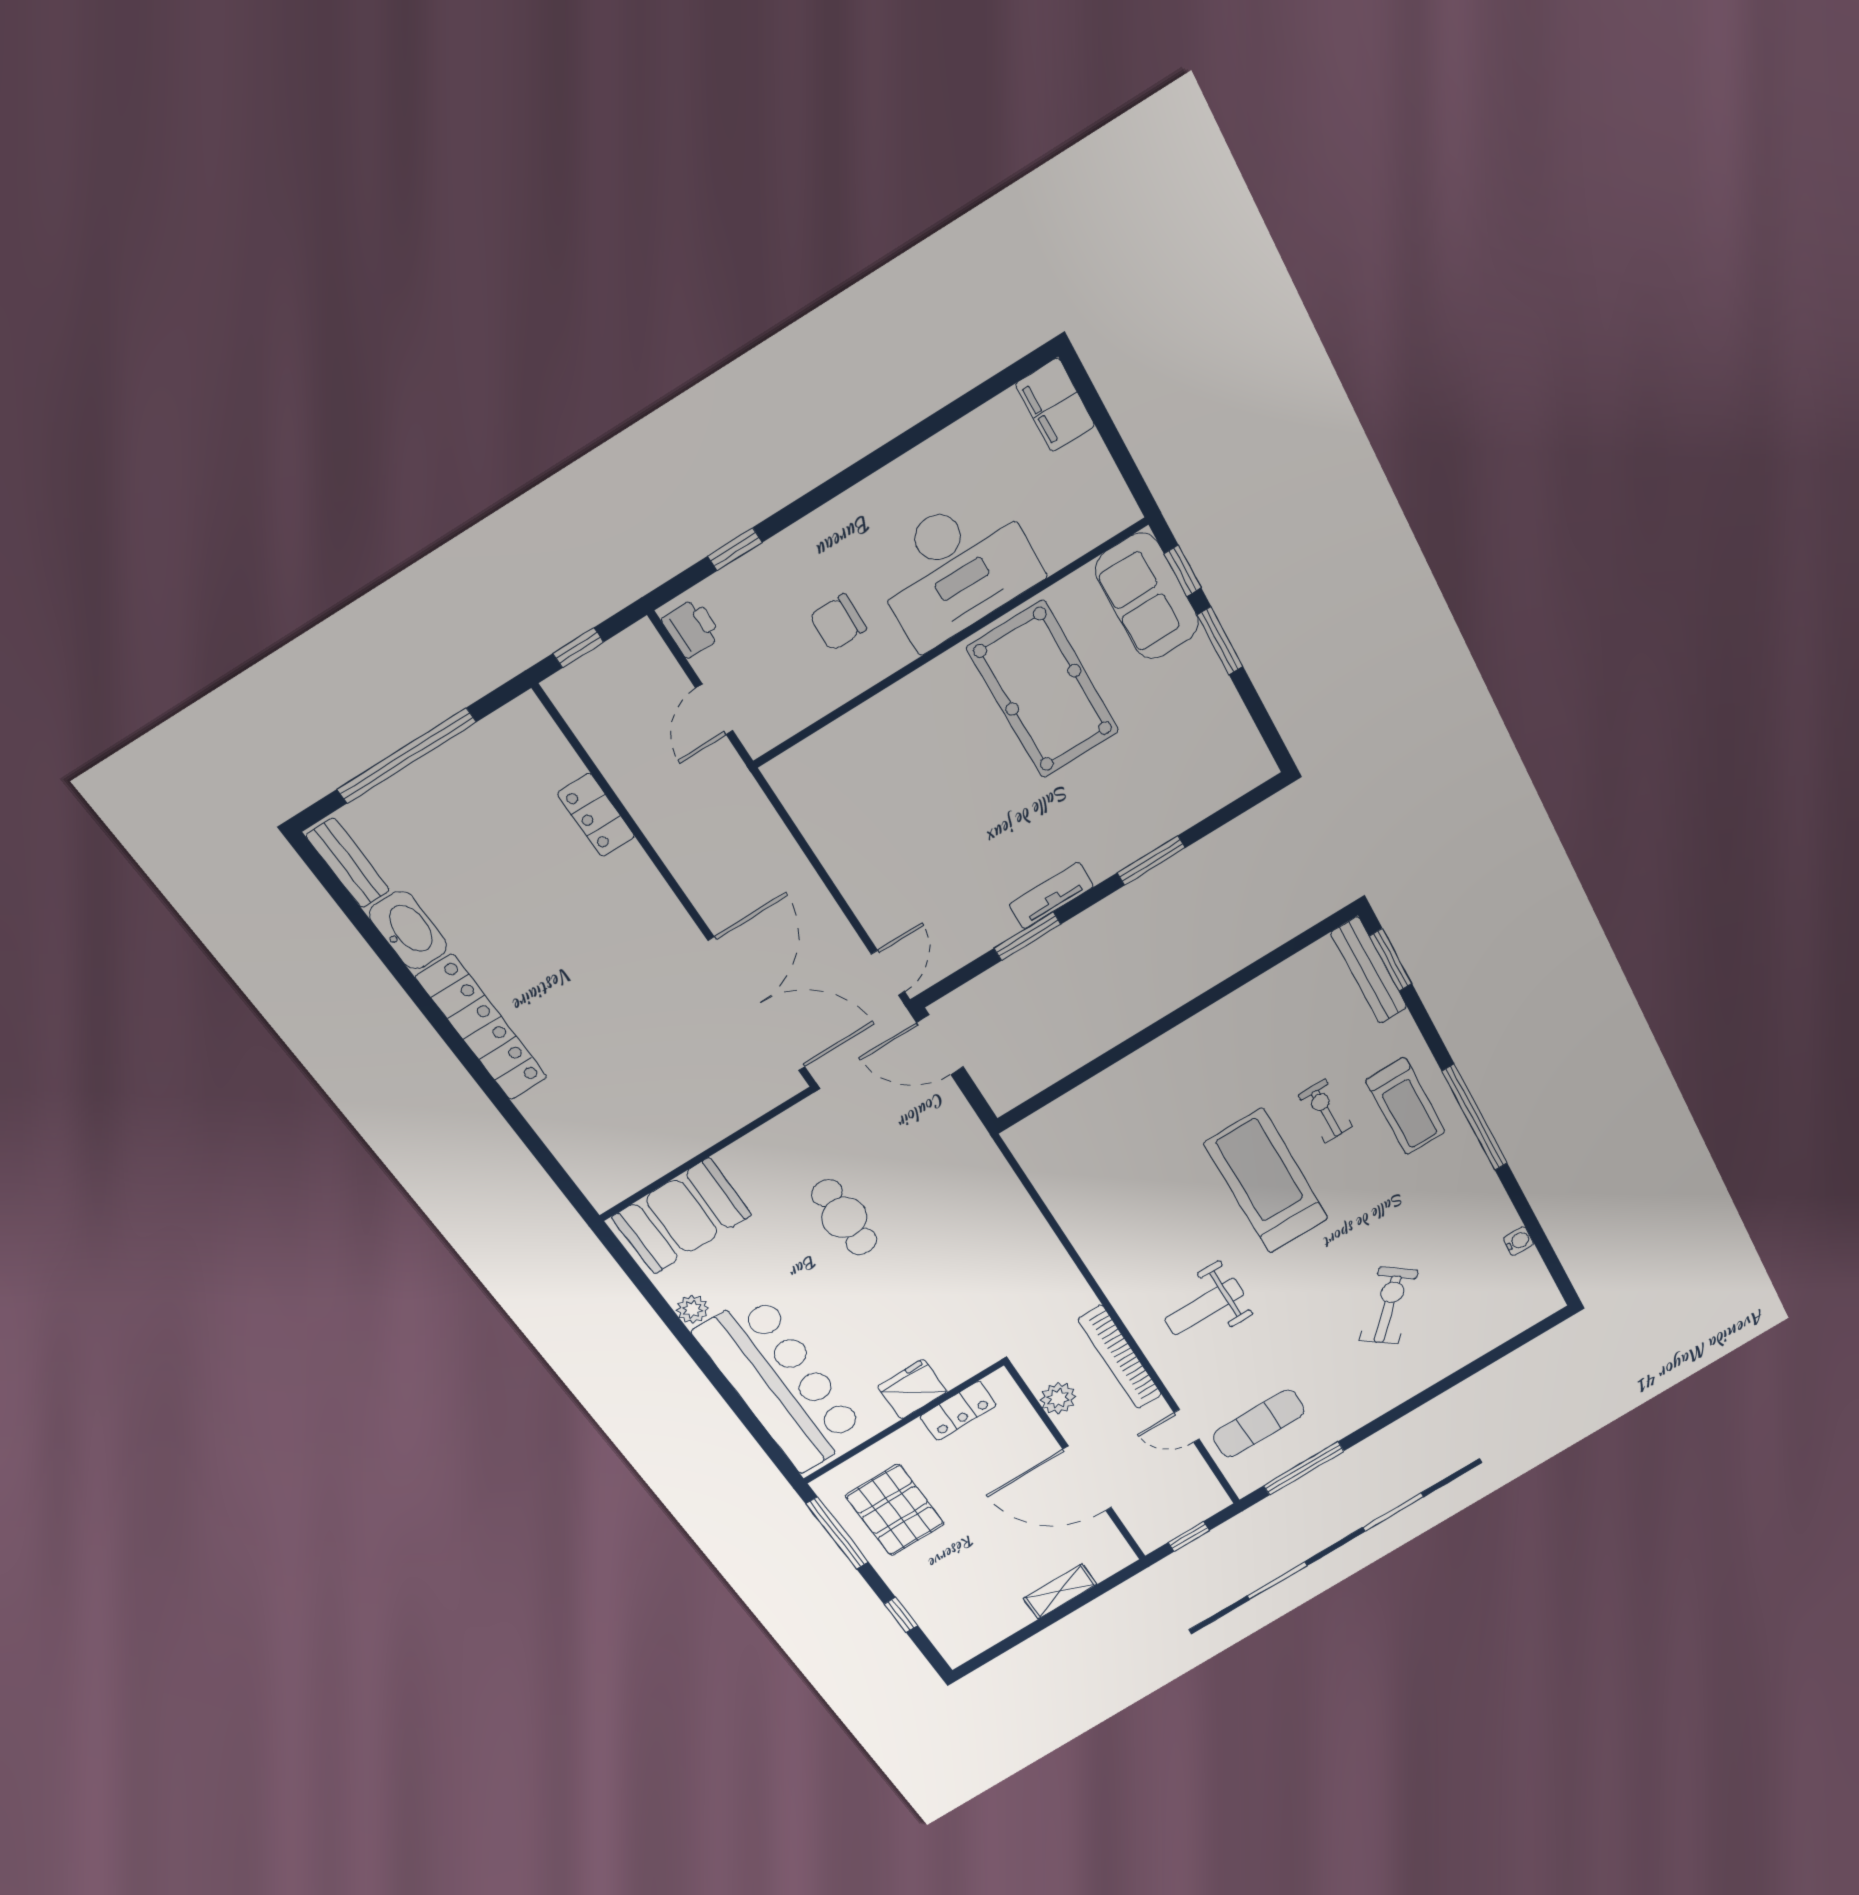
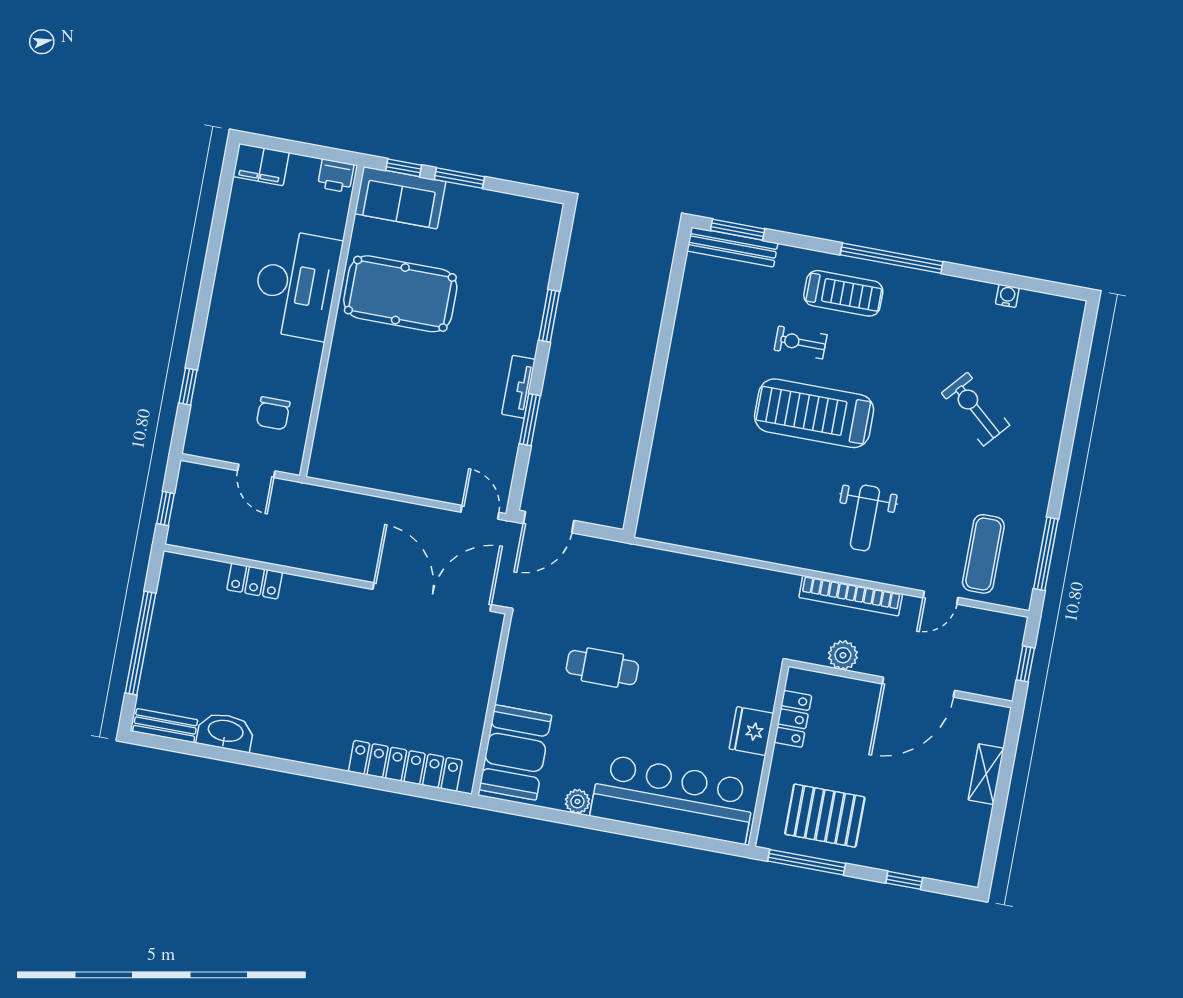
chair: (838, 622) -> (273, 413), moved
printer: (692, 628) -> (336, 176), moved, turned 180
locker: (482, 1028) -> (405, 766), moved

